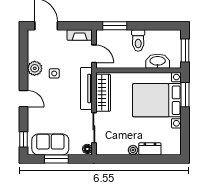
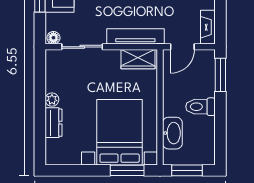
wardrobe: (103, 93) -> (138, 59), width x0.67

